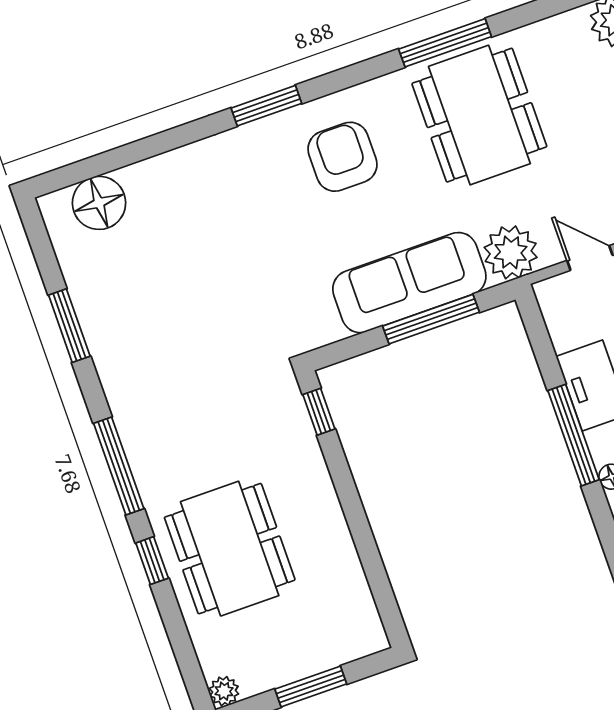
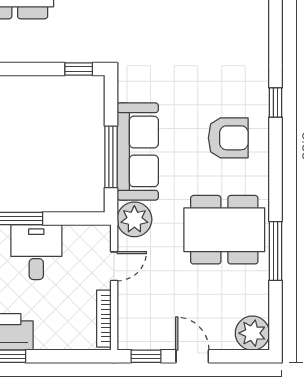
window: (445, 43) -> (275, 251), moved
window: (266, 106) -> (275, 103), width x0.67

